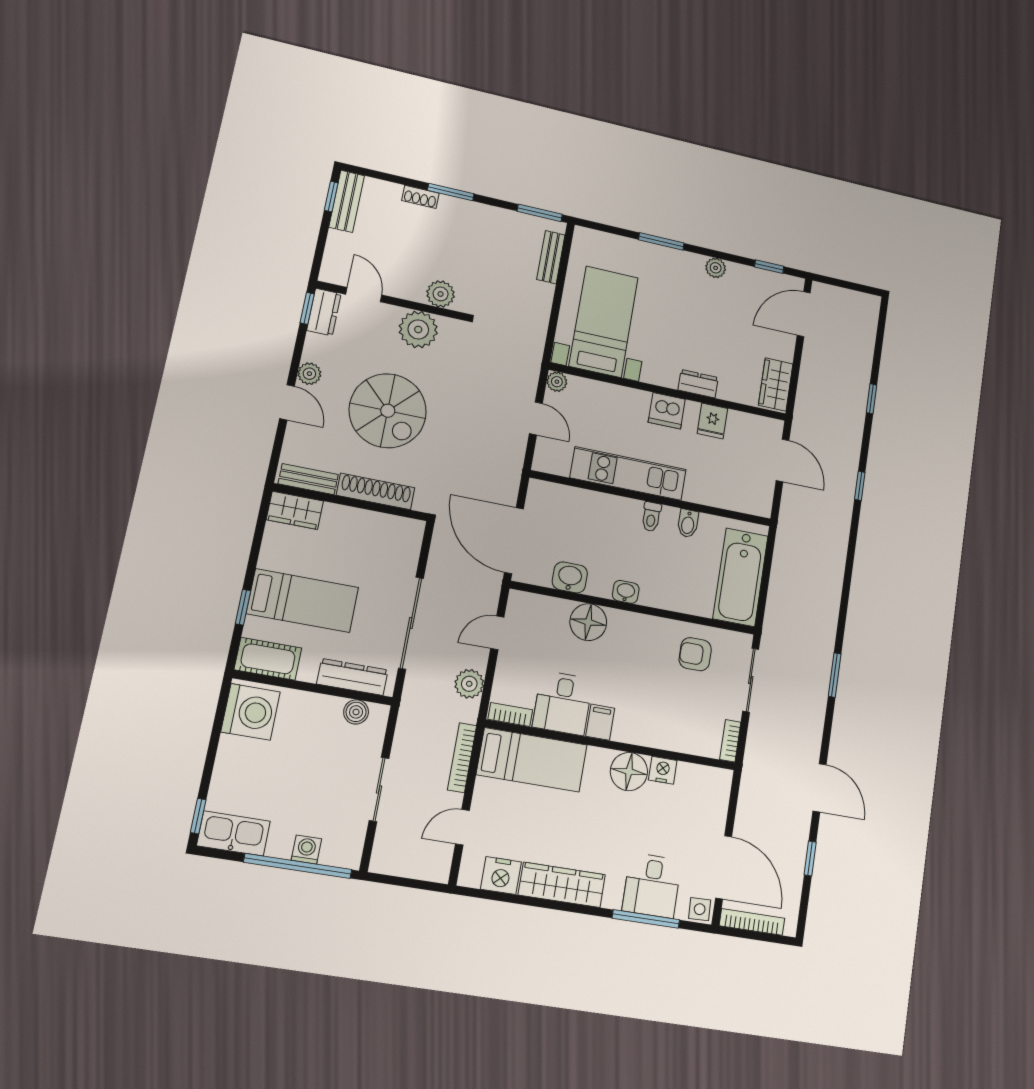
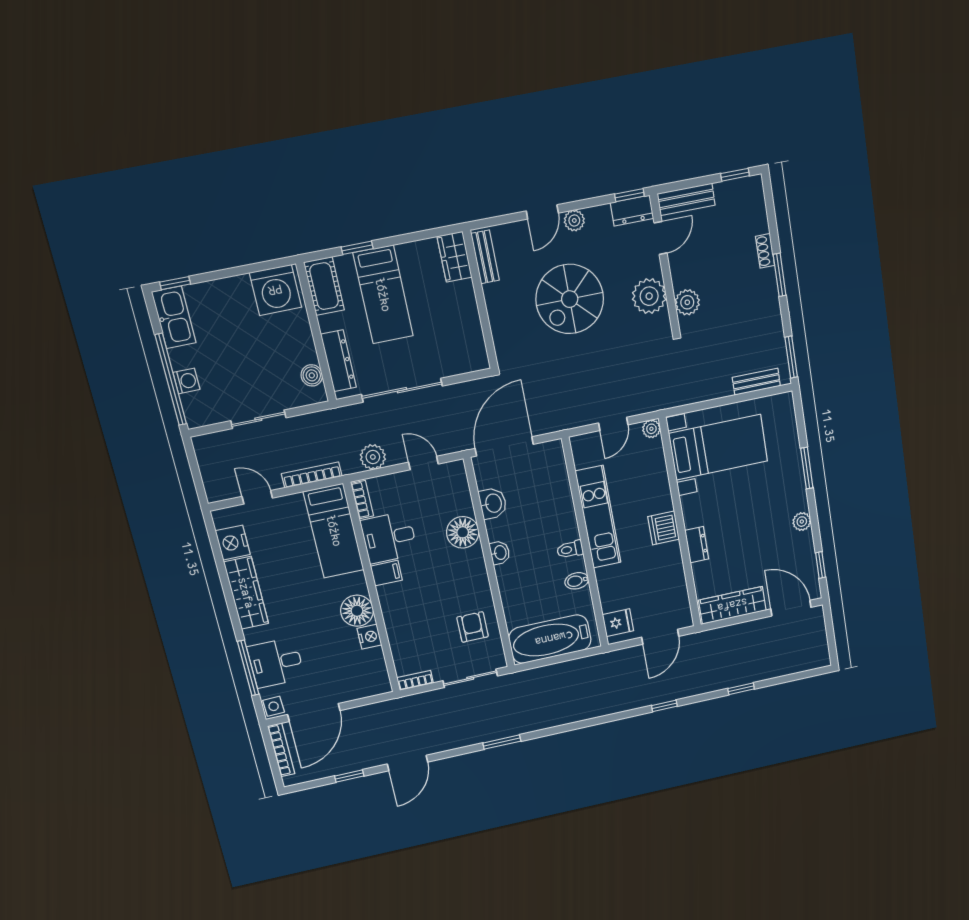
bench: (347, 201) -> (686, 199), moved
wardrobe: (776, 384) -> (732, 605), width x1.50
fridge: (712, 421) -> (618, 623), moved, turned 180
shoe rack: (376, 491) -> (498, 317), removed

